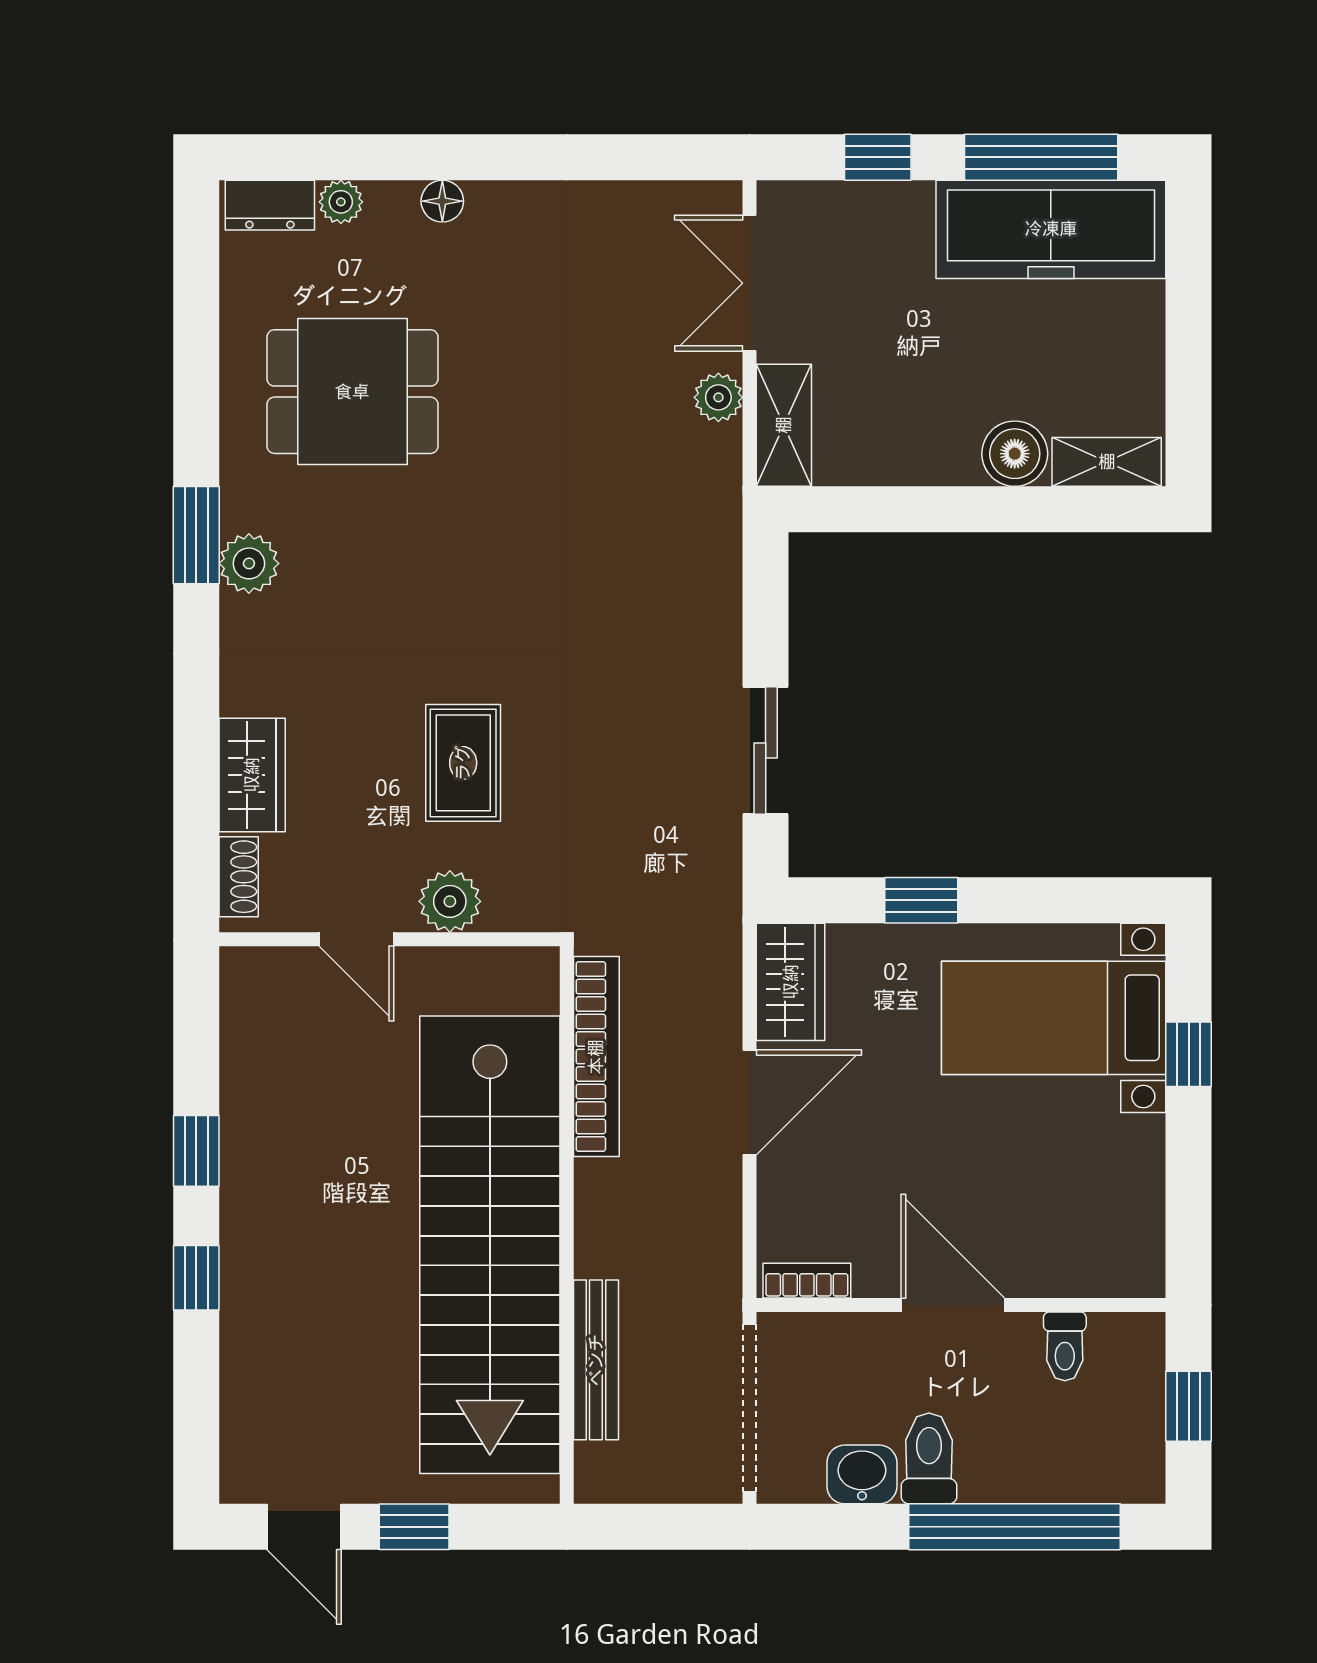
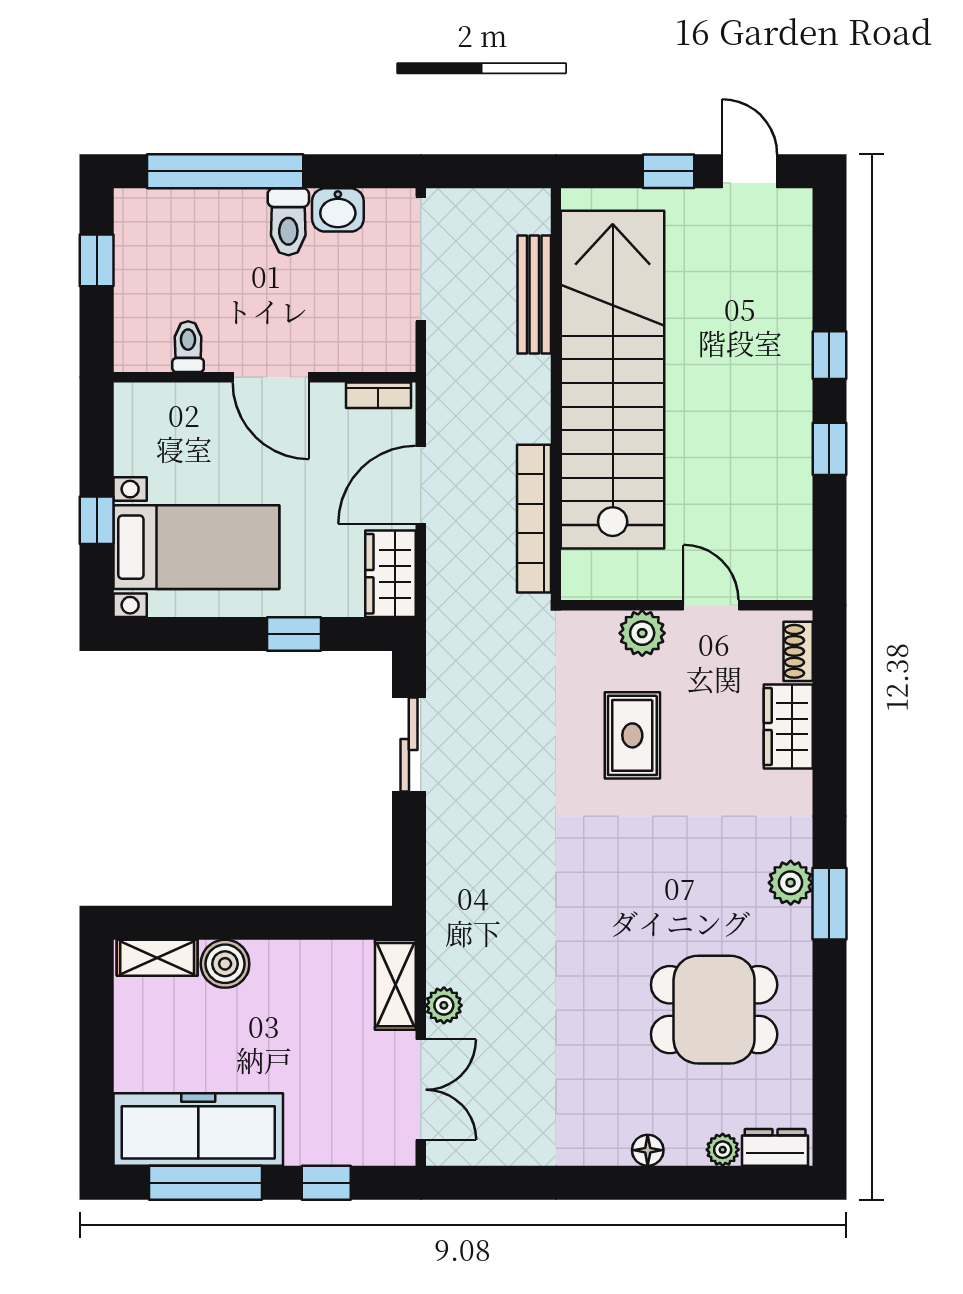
bookcase: (807, 1281) -> (378, 395), moved
door: (953, 1305) -> (271, 377), moved
wall: (961, 1305) -> (265, 377), moved
toilet: (1065, 1346) -> (188, 347), moved

